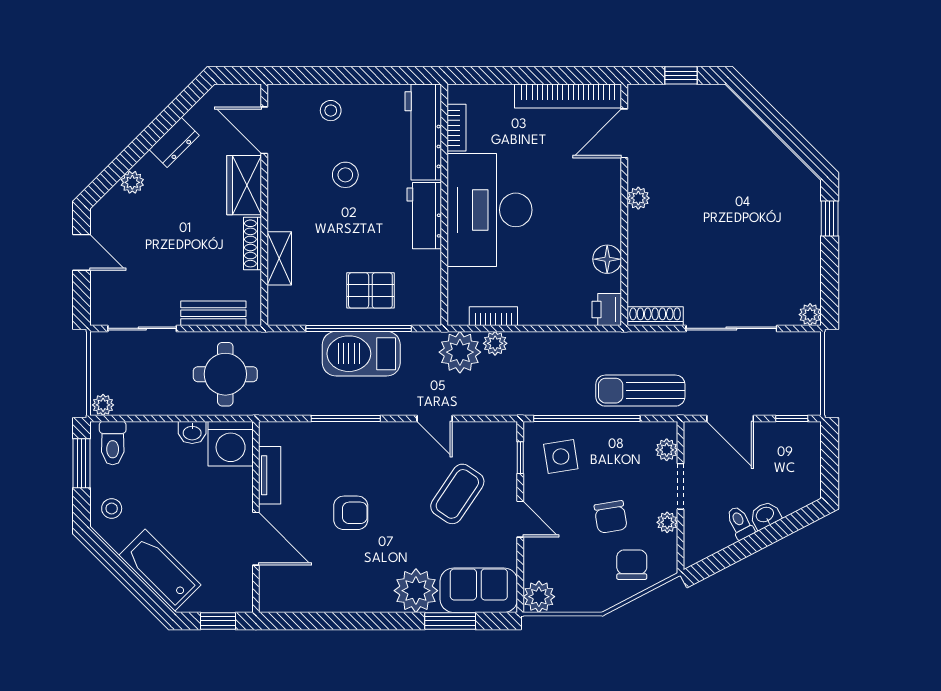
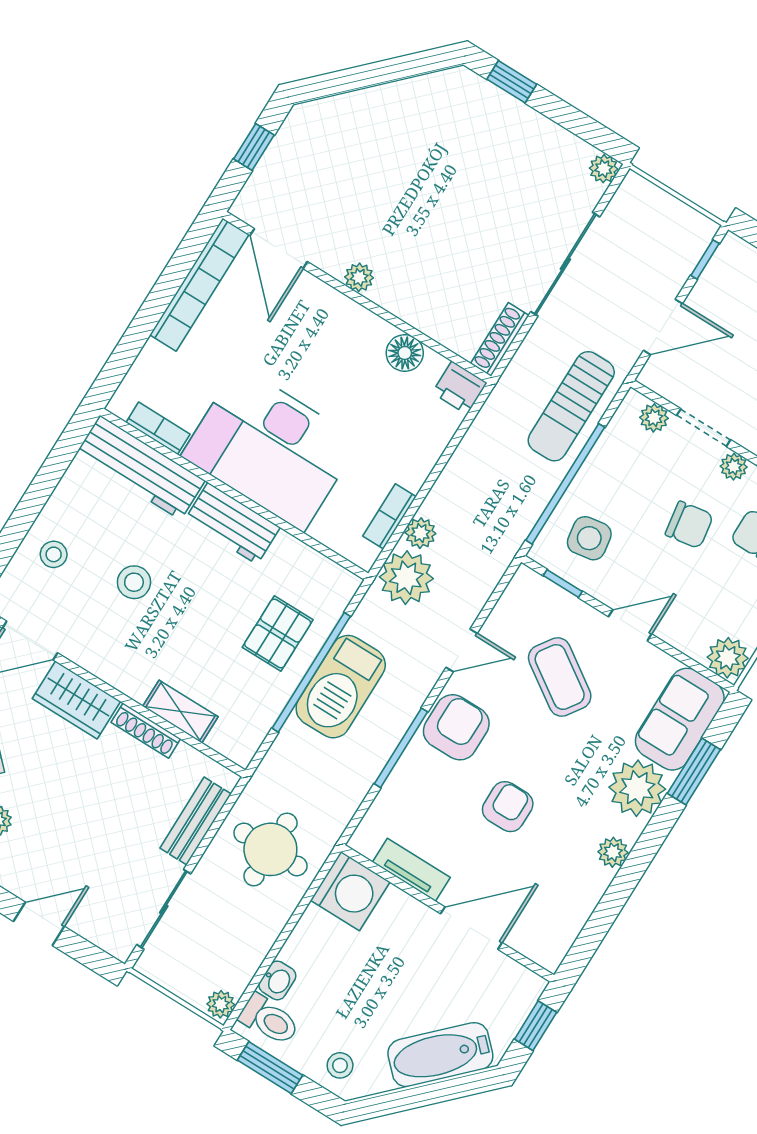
washbasin: (192, 432) -> (277, 980), moved
armchair: (382, 446) -> (456, 727), added
plant: (364, 601) -> (613, 852), added

